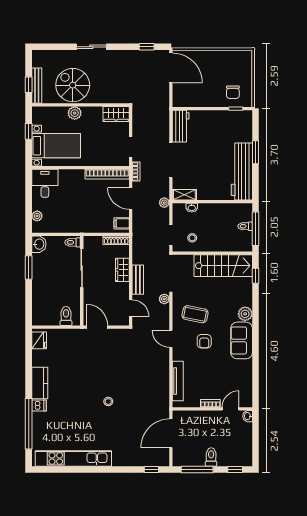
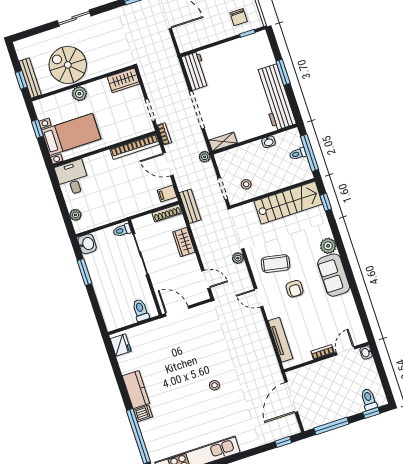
washbasin: (192, 208) -> (268, 142), moved
bench: (138, 280) -> (190, 206), moved
toilet: (211, 457) -> (369, 399), moved

